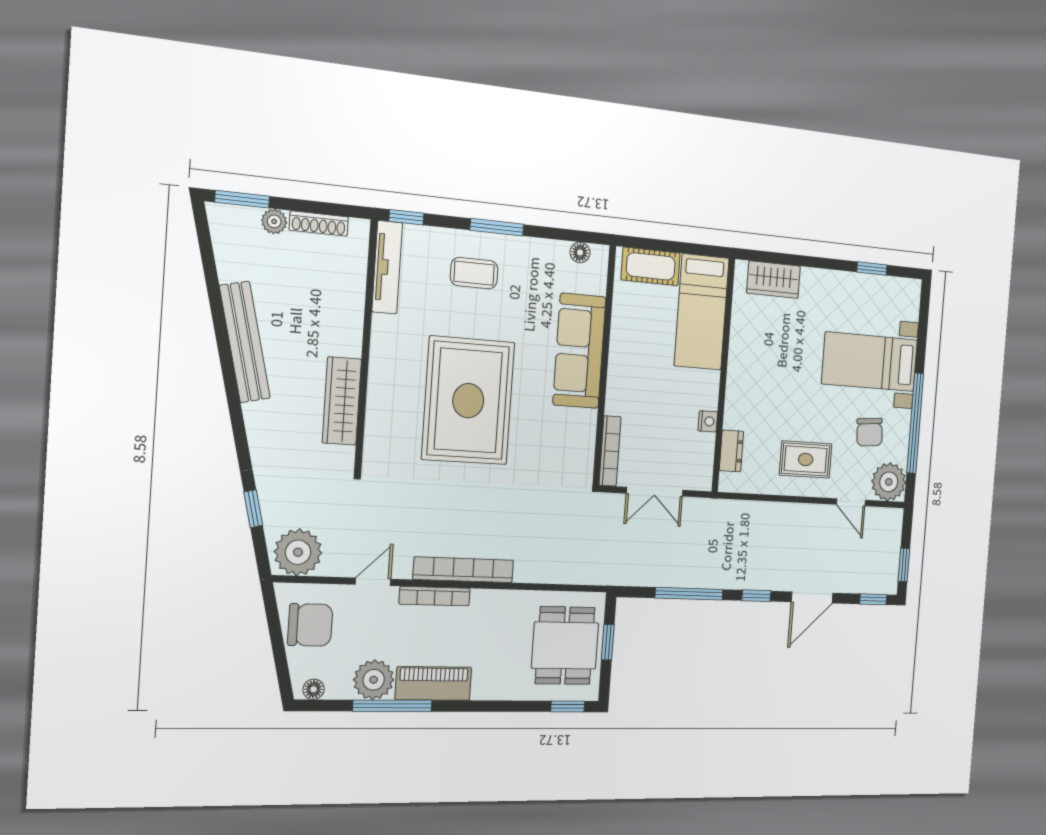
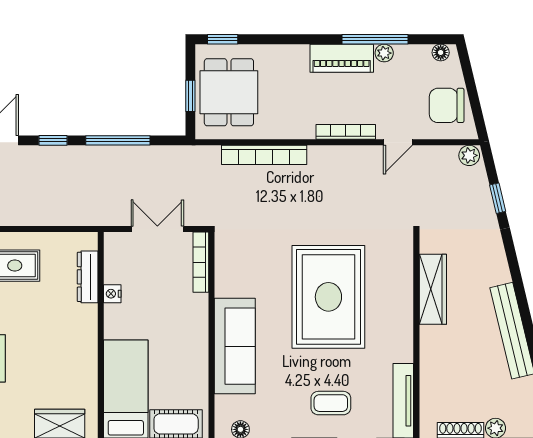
dresser: (731, 451) -> (88, 277), width x1.44
plant: (298, 552) -> (469, 155), width x0.53, depth x0.53
bookcase: (464, 570) -> (264, 155), moved
plant: (374, 680) -> (384, 53), width x0.53, depth x0.53

